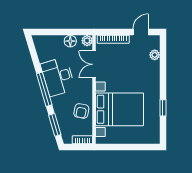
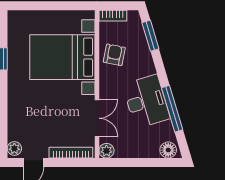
floor lamp: (70, 41) -> (168, 150), moved
plant: (155, 55) -> (14, 148), moved
window: (44, 89) -> (172, 109), moved

